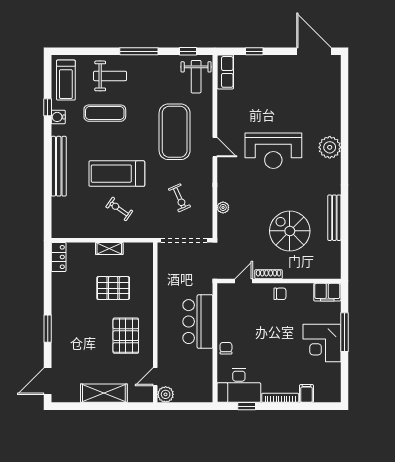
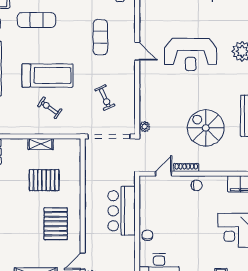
exercise mat: (175, 132) -> (100, 37), width x0.50, depth x0.69
treadmill: (117, 174) -> (47, 75), turned 180
plant: (223, 207) -> (145, 127), moved

